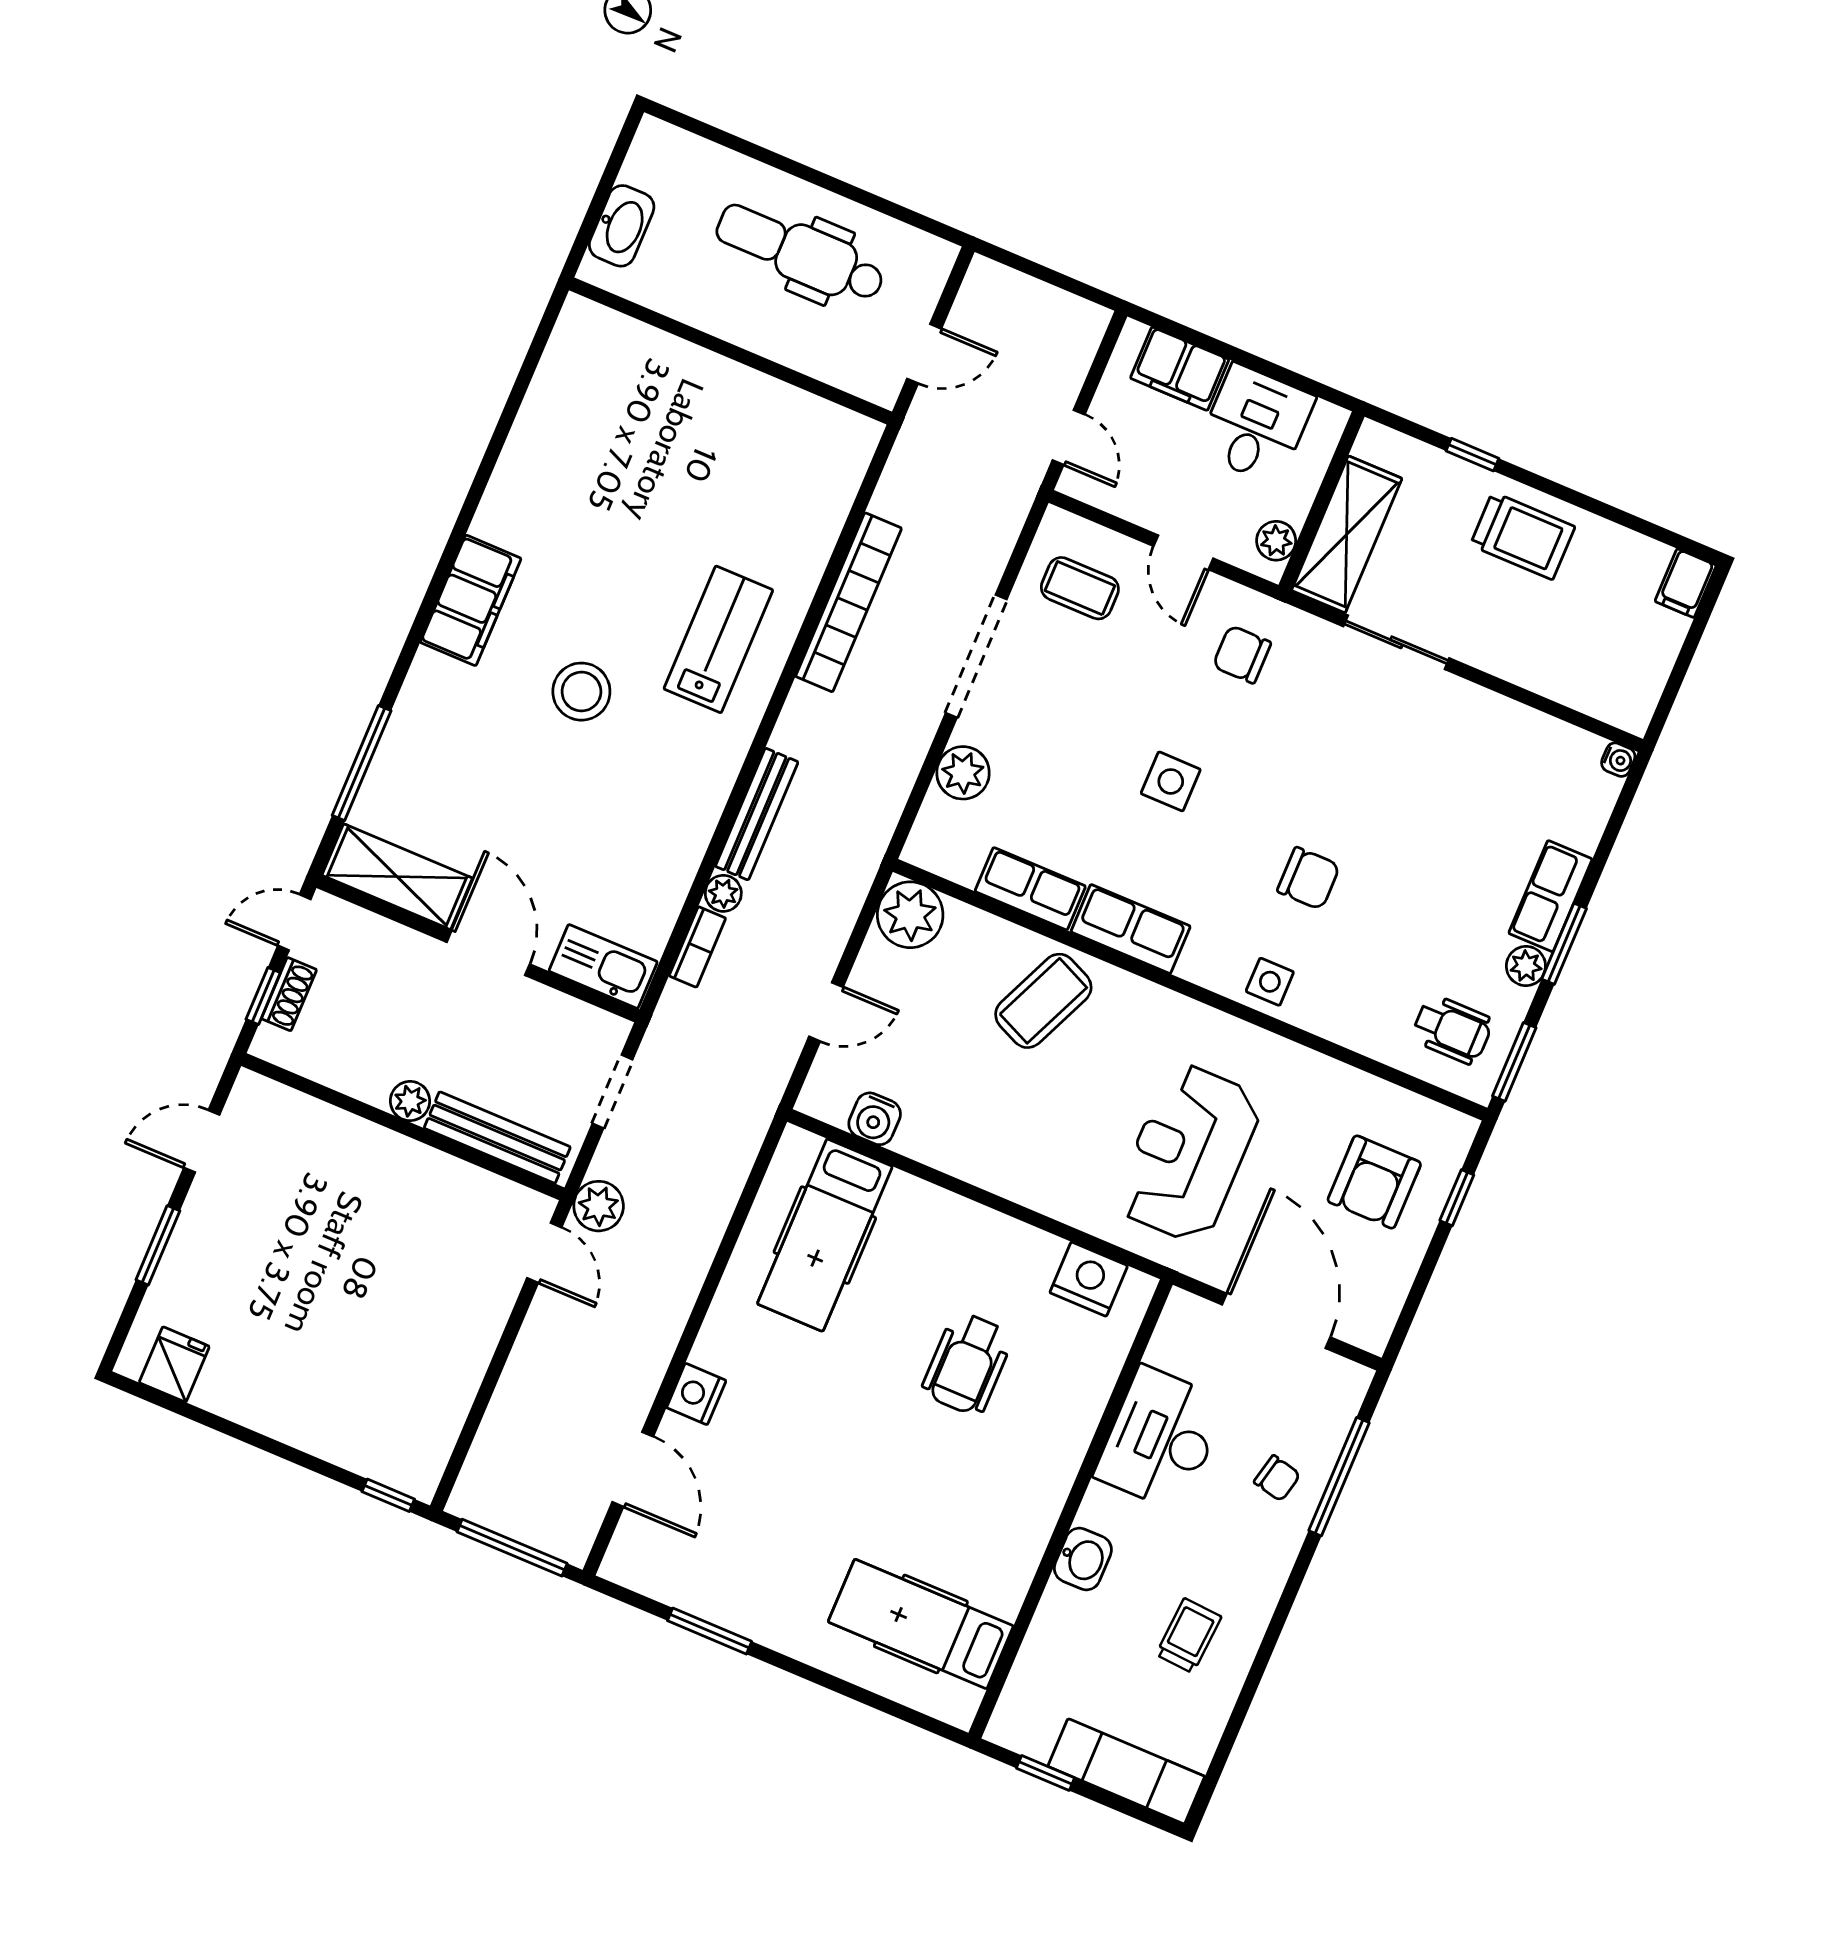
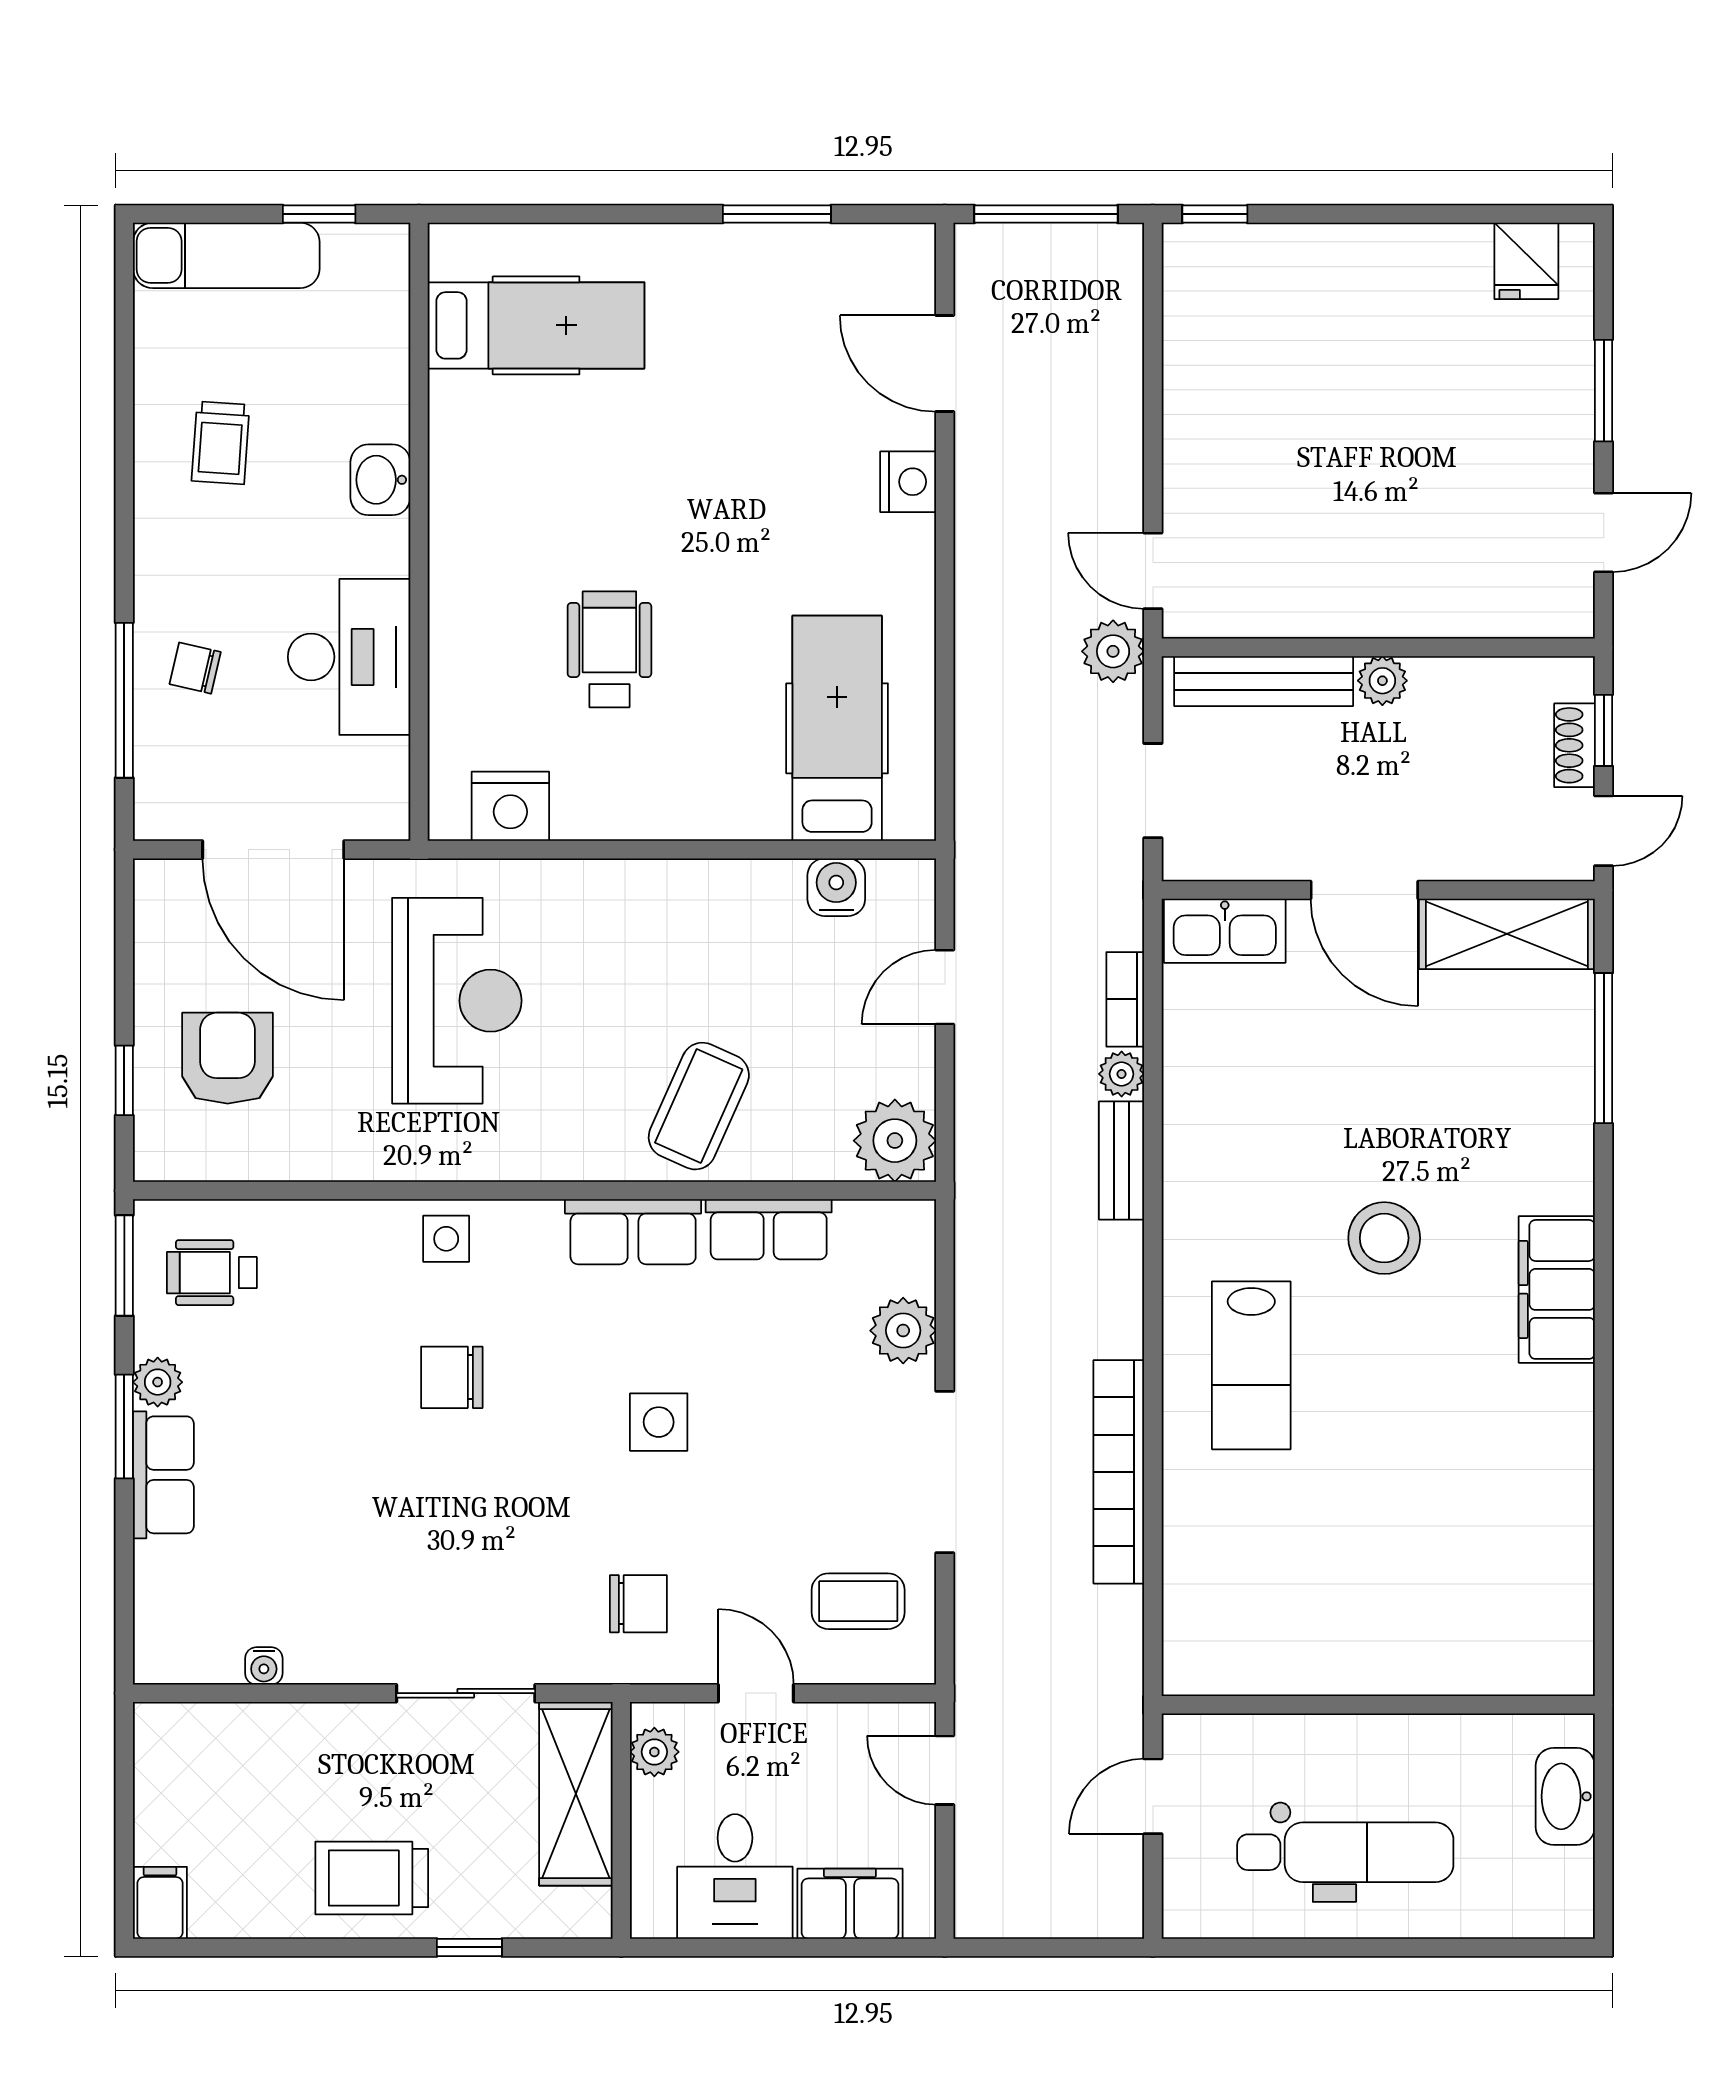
water cooler: (1618, 760) -> (264, 1666), moved, turned -90
bench: (757, 814) -> (1122, 1160), width x0.73

